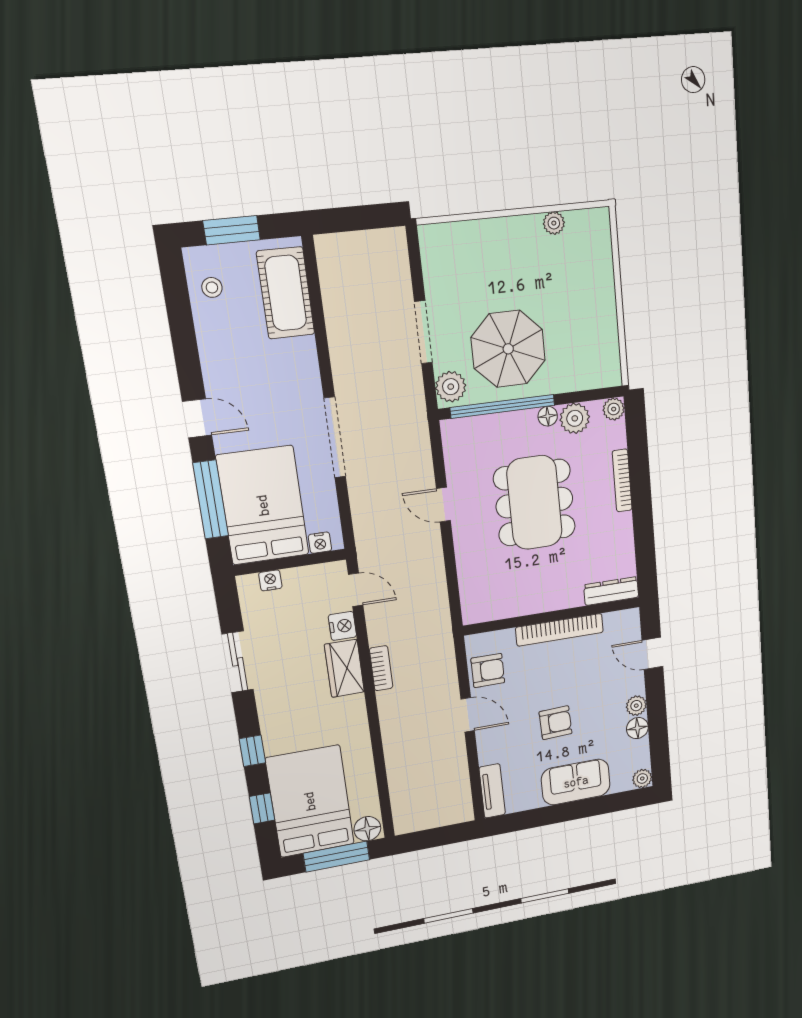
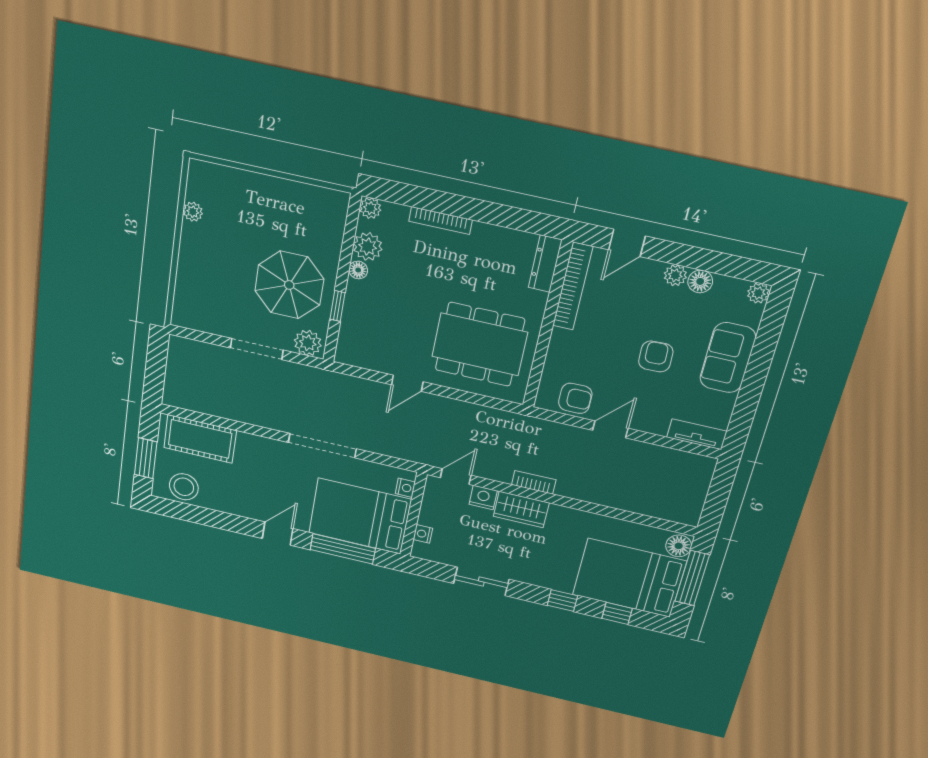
stool: (212, 287) -> (184, 487), width x1.89, depth x1.89
window: (503, 406) -> (338, 306), width x0.32
dining table: (535, 503) -> (480, 344), moved
bookcase: (560, 630) -> (573, 286), moved
armchair: (488, 671) -> (575, 398), turned 90

